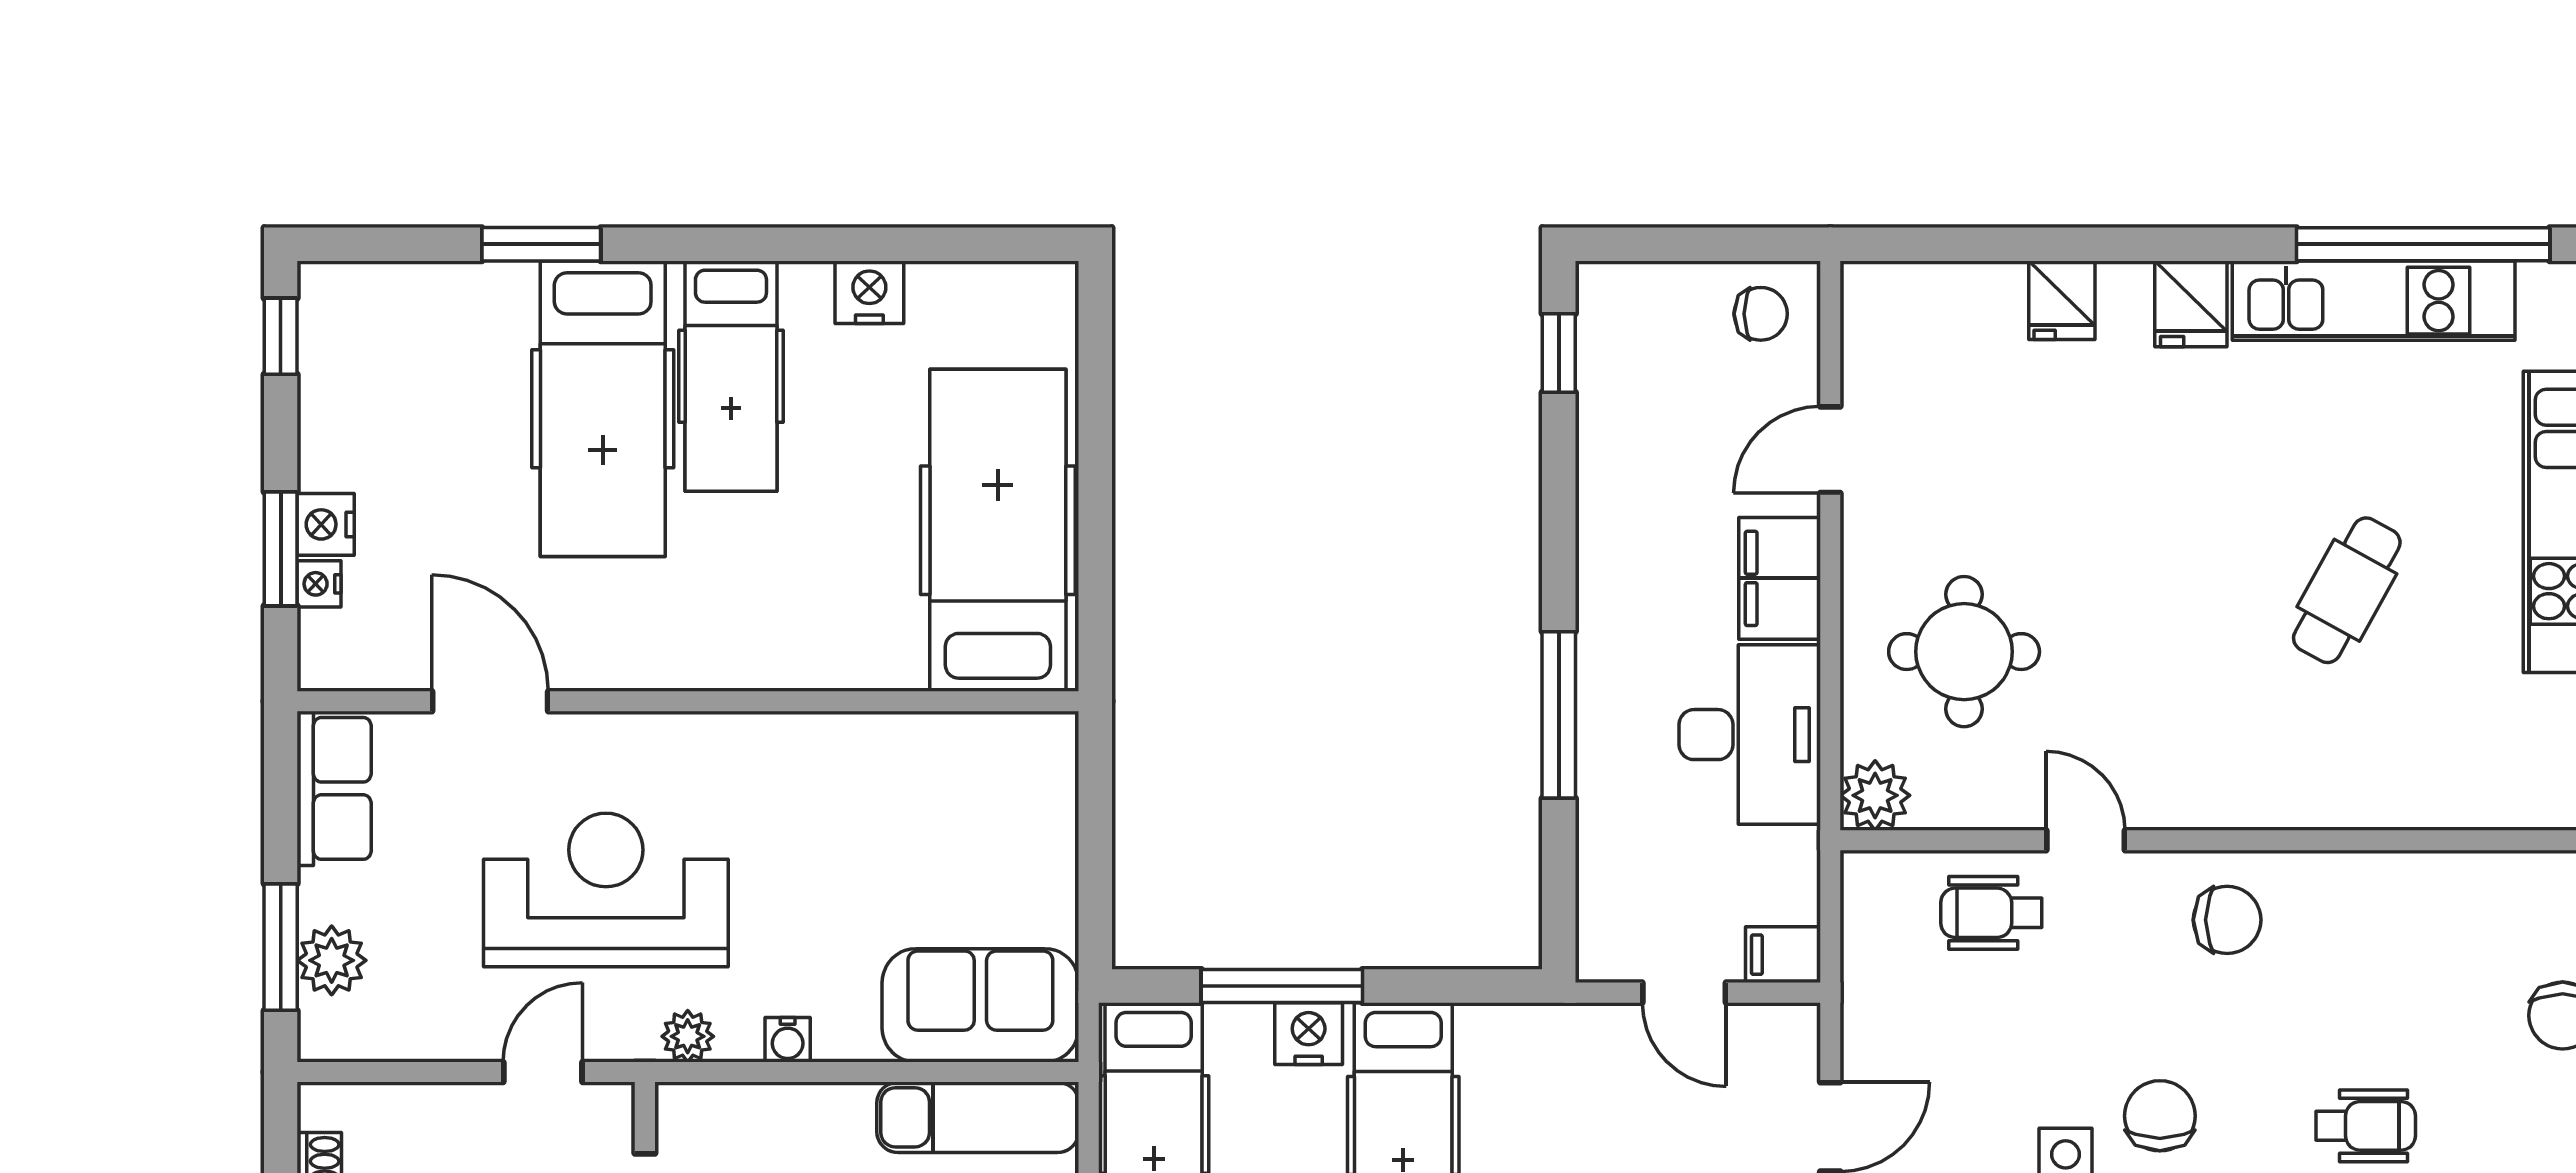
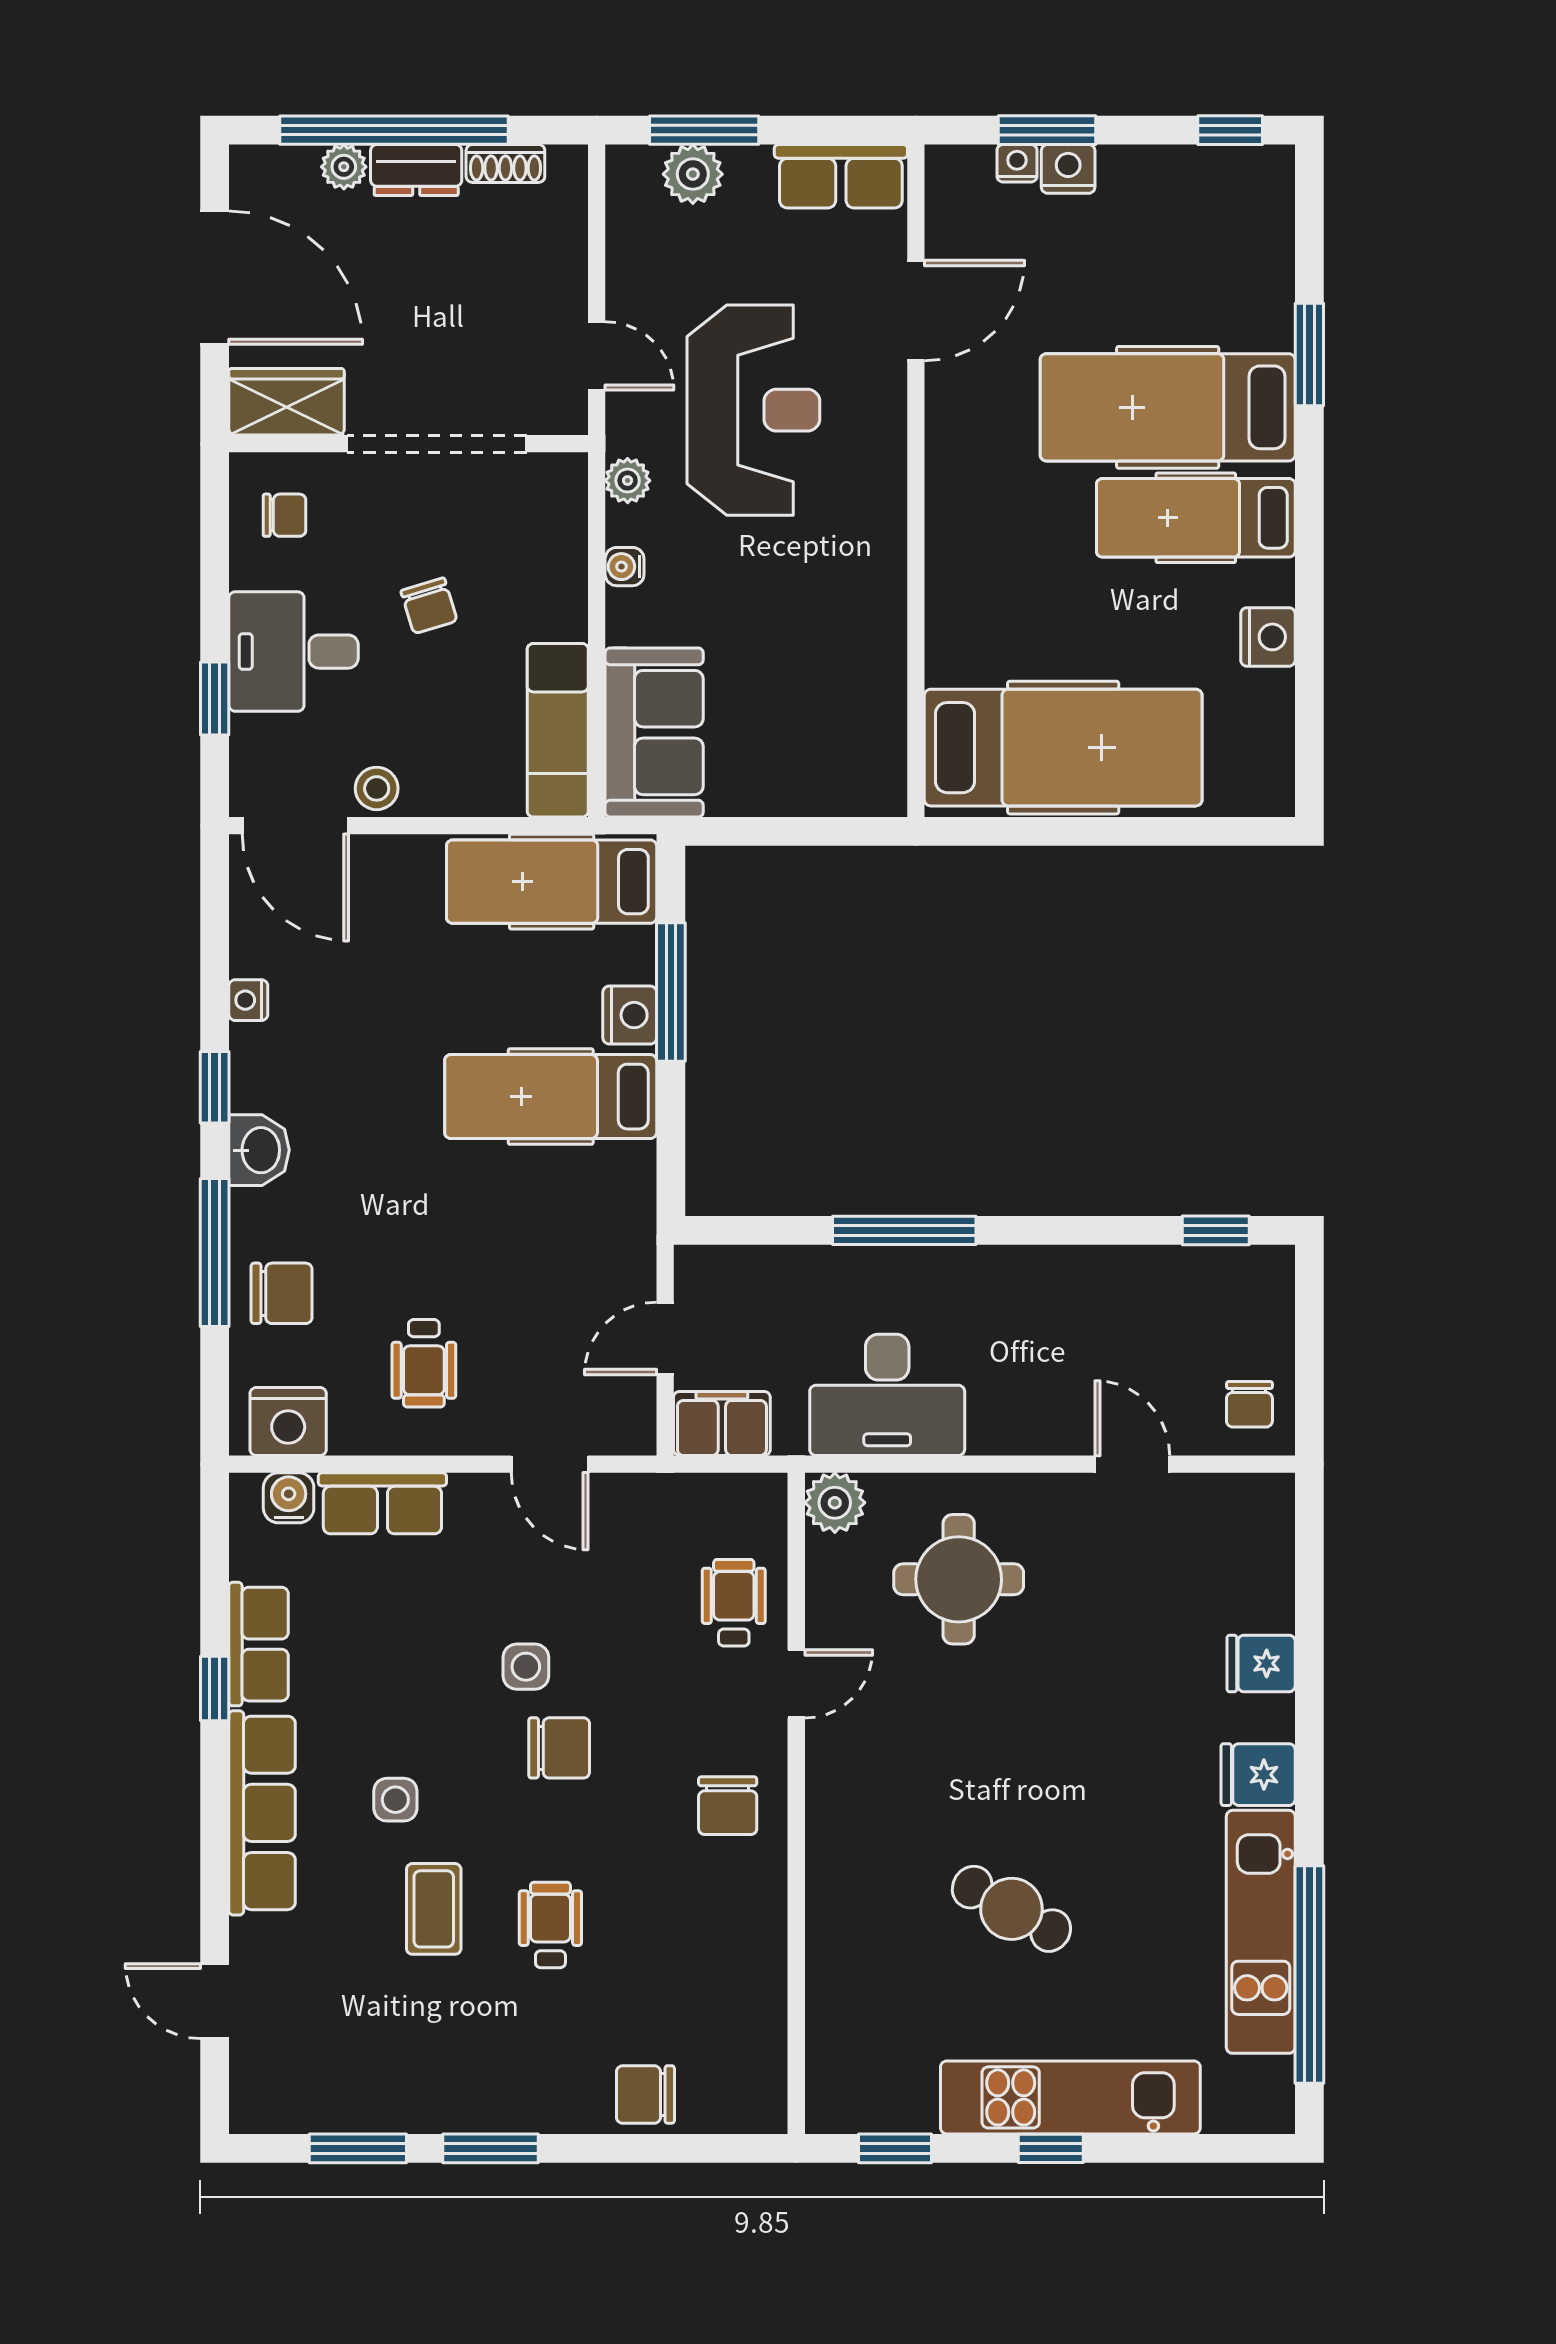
filing cabinet: (1780, 578) -> (1022, 1421), removed
filing cabinet: (1783, 955) -> (722, 1423), width x2.00
wheelchair: (2366, 1126) -> (550, 1925), turned 180

